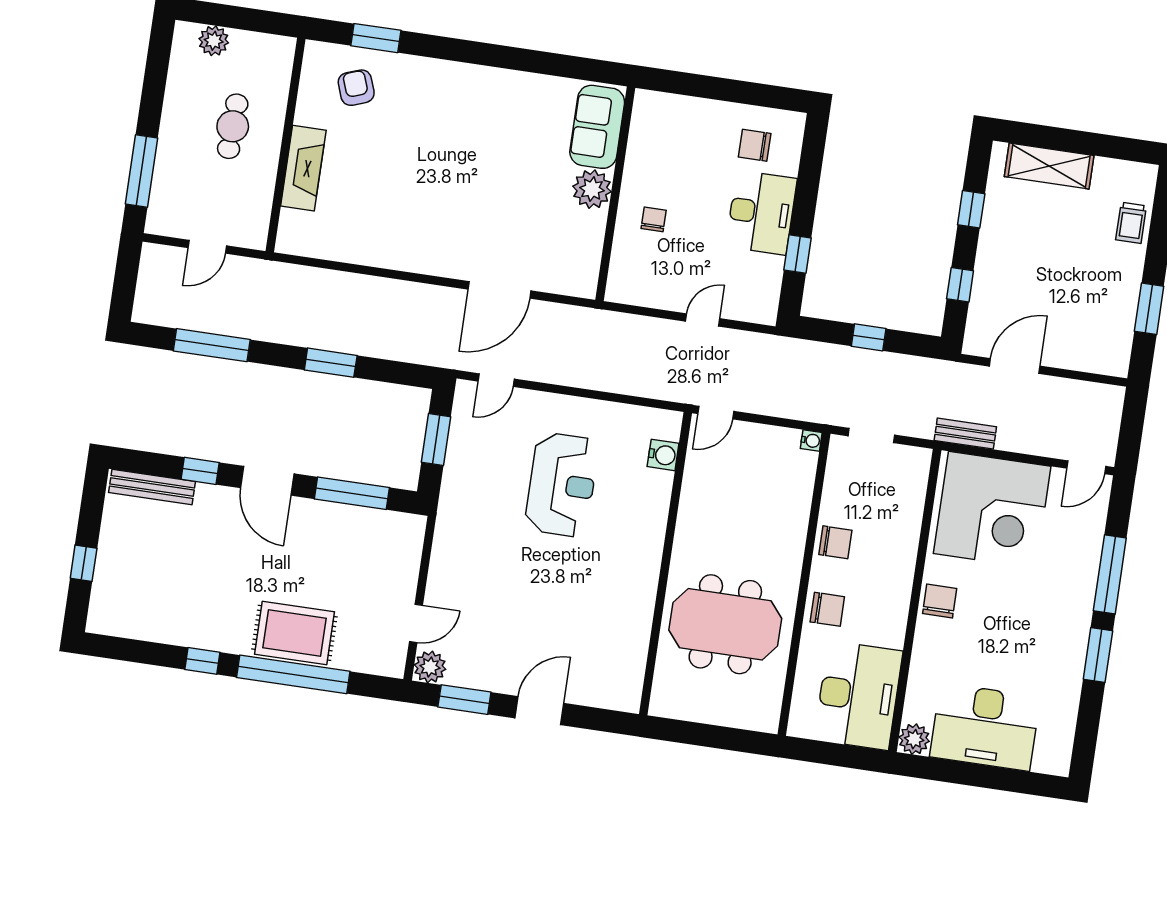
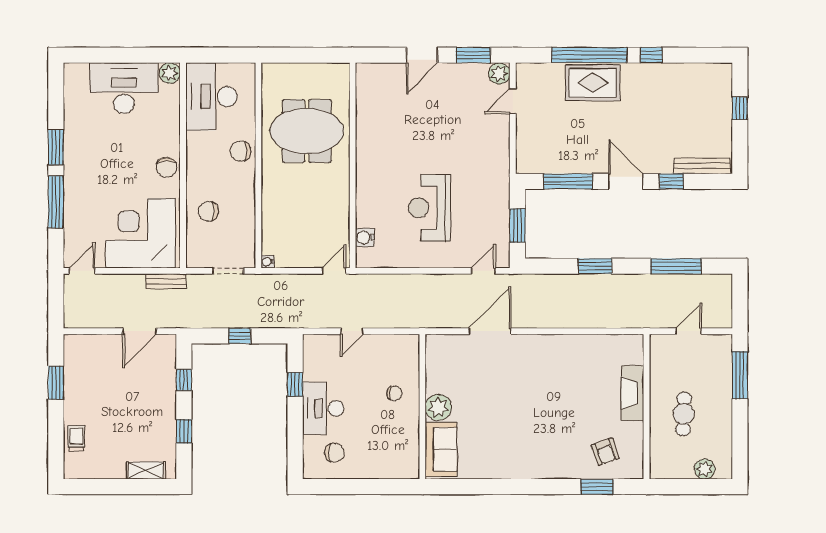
shelving: (1049, 166) -> (146, 471), width x0.67, depth x0.75
chair: (654, 219) -> (394, 393), turned -85
chair: (835, 542) -> (208, 211), moved

